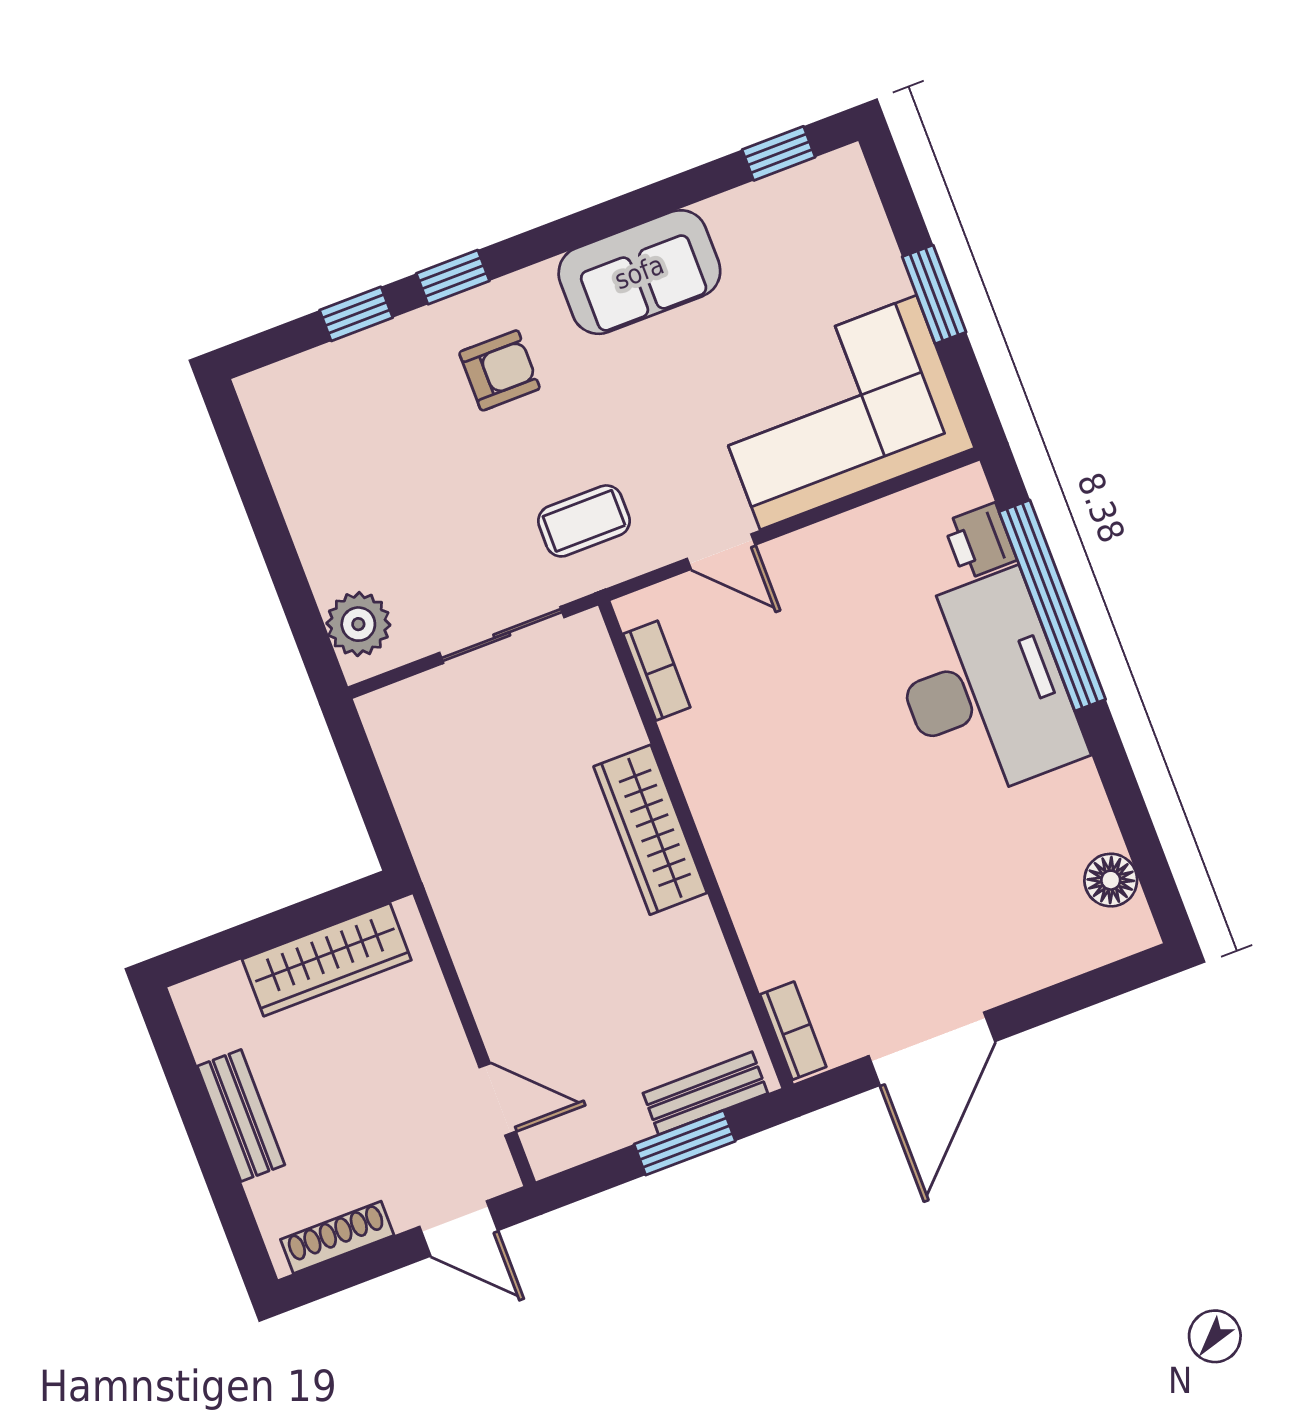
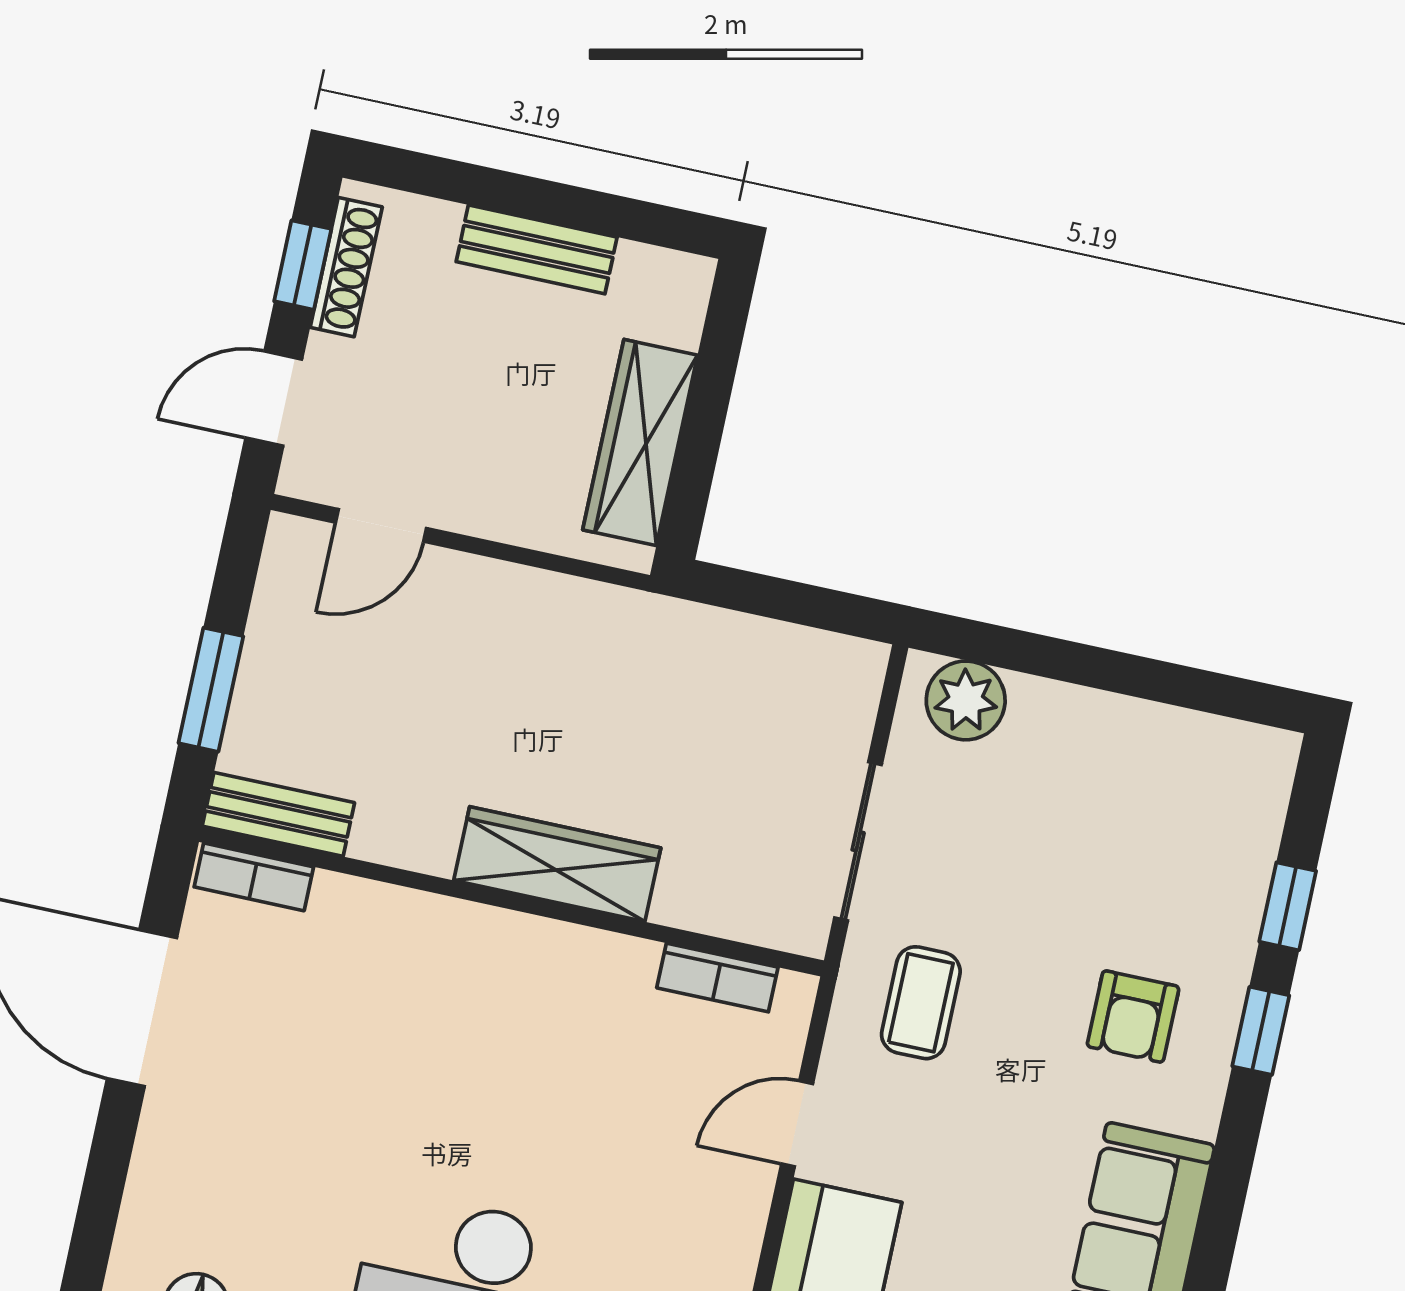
bench: (705, 1093) -> (278, 814), moved, turned 90
window: (355, 1268) -> (303, 265), added

